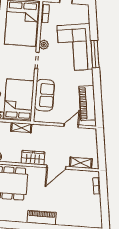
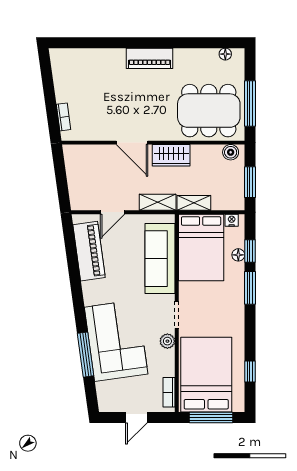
window: (95, 54) -> (86, 355), moved
sofa: (44, 95) -> (160, 259), width x1.36
shelving: (81, 163) -> (158, 202), moved
door: (56, 167) -> (132, 143), swing flipped

